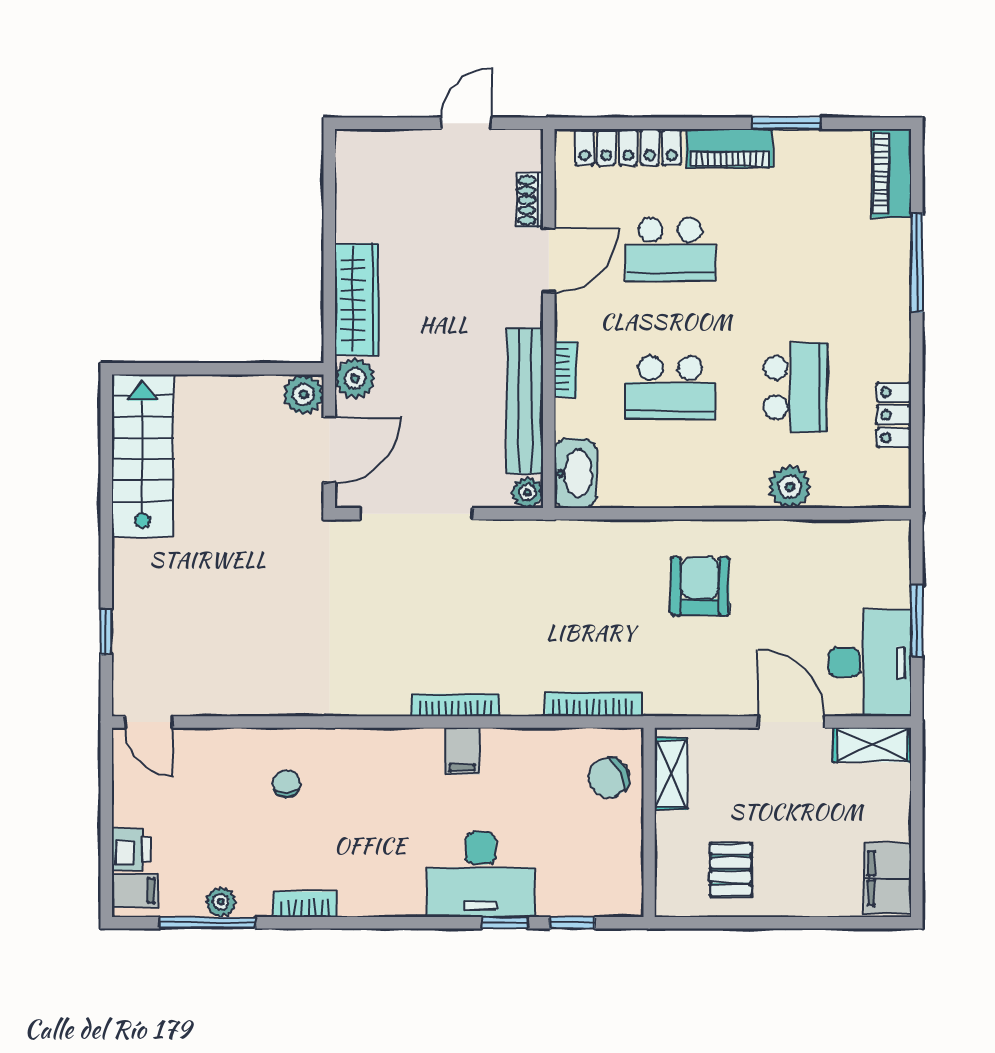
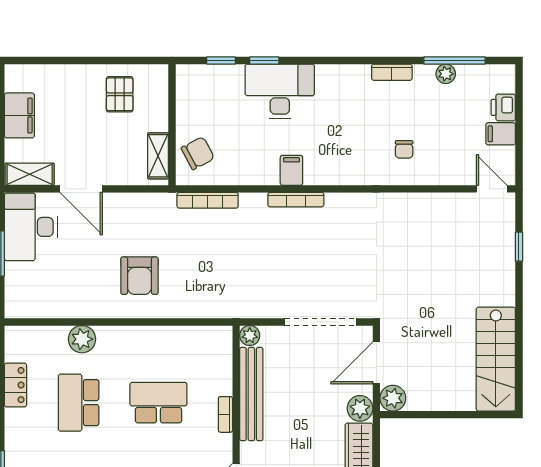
washbasin: (576, 473) -> (219, 348), removed
filing cabinet: (888, 878) -> (19, 115), moved
filing cabinet: (135, 891) -> (501, 134), moved

